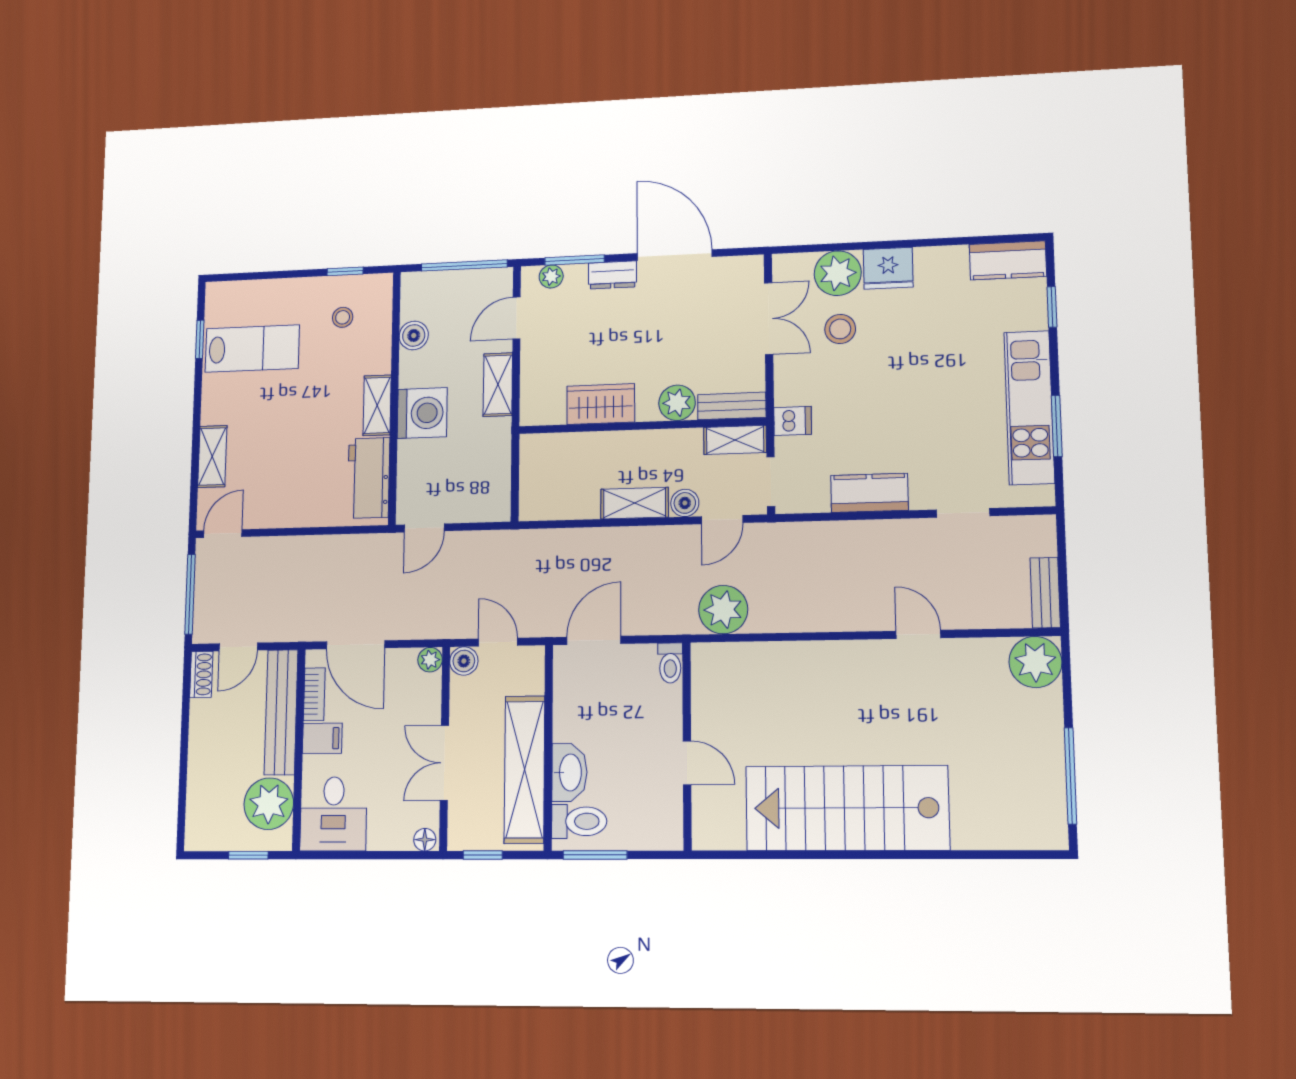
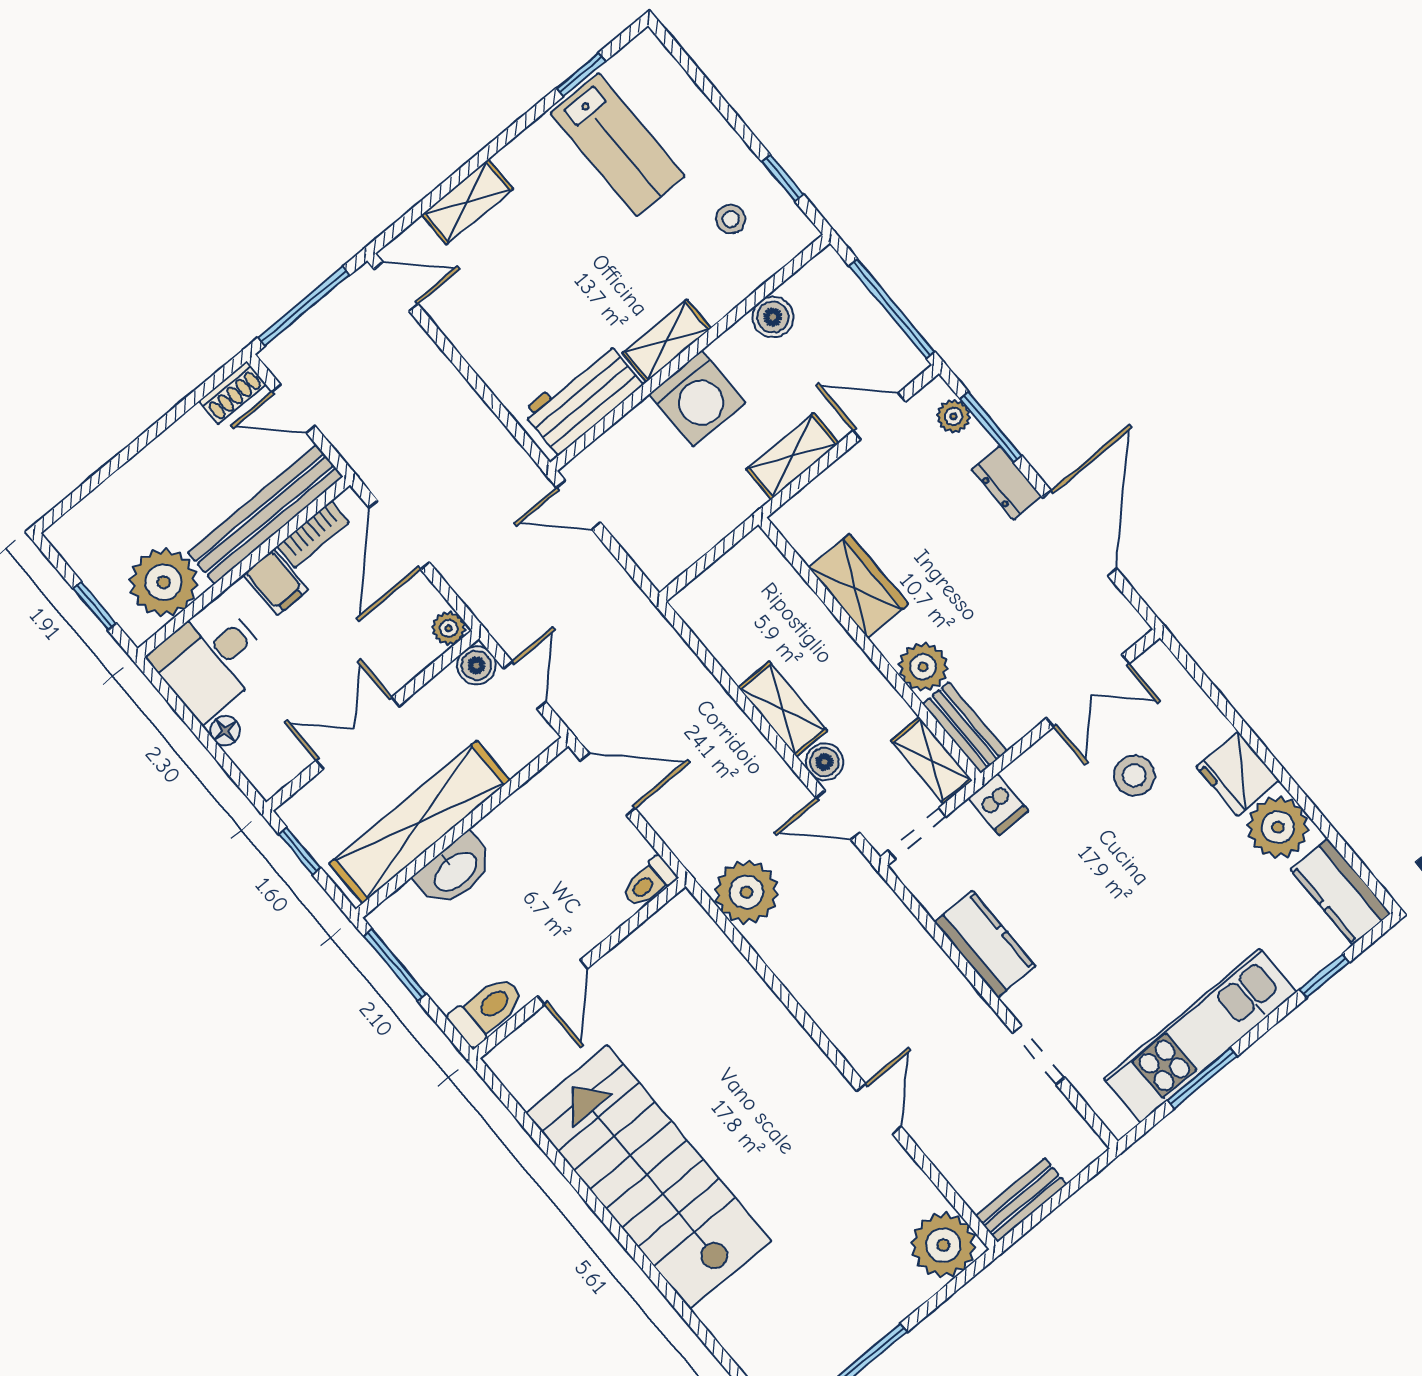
plant: (838, 273) -> (1278, 827), moved
toilet: (579, 821) -> (487, 1010), moved, turned -90
floor lamp: (425, 840) -> (225, 731), moved

